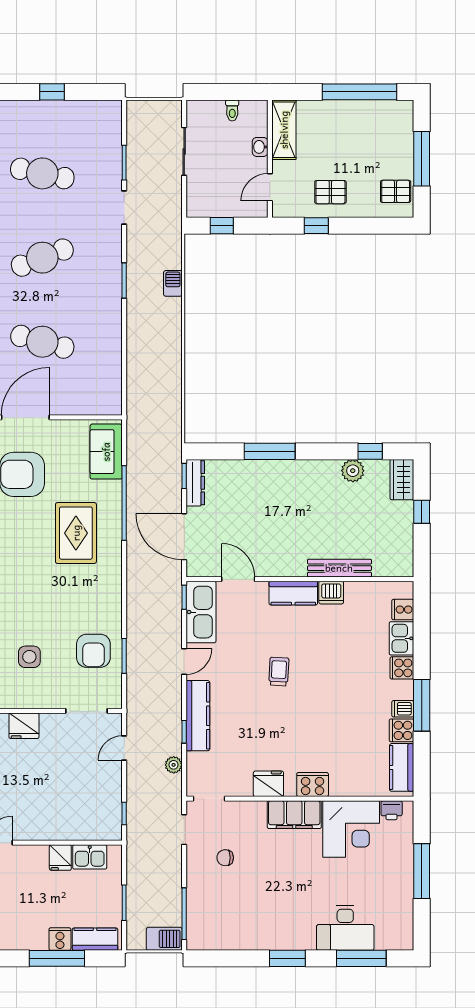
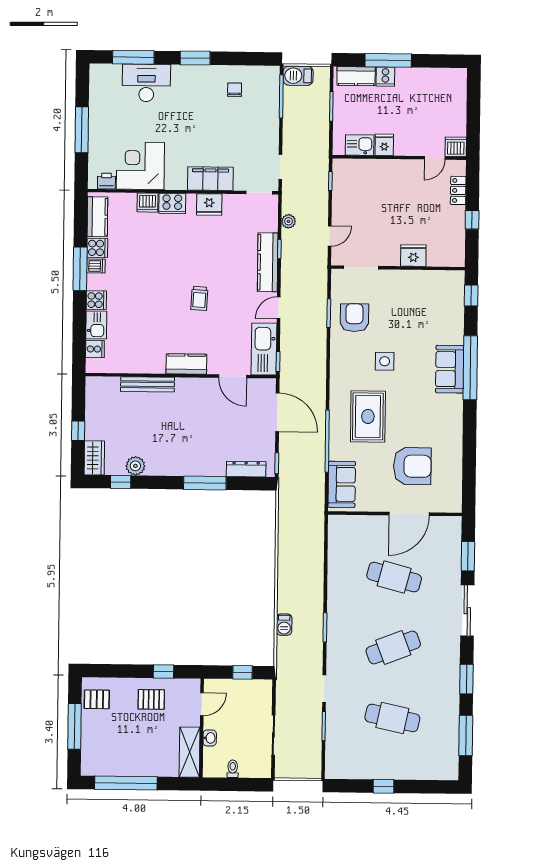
dresser: (195, 483) -> (246, 469), moved, turned 90
dishwasher: (331, 593) -> (147, 203), moved, turned 180
side table: (29, 657) -> (385, 361), moved
filing cabinet: (294, 815) -> (210, 179), moved
chair: (225, 858) -> (235, 90), moved, turned -90

